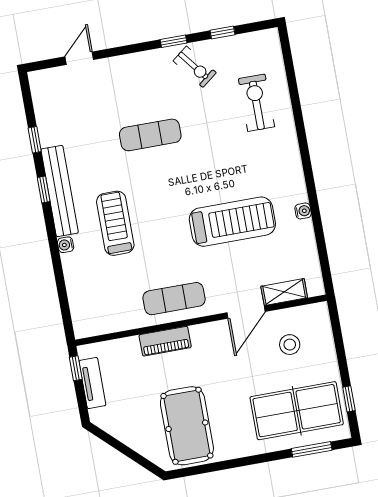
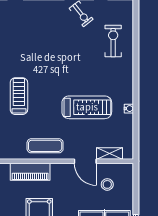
exercise mat: (150, 135) -> (48, 49), removed
door: (246, 312) -> (85, 161), hinge flipped
piano: (165, 341) -> (30, 172), width x1.37, depth x1.33

